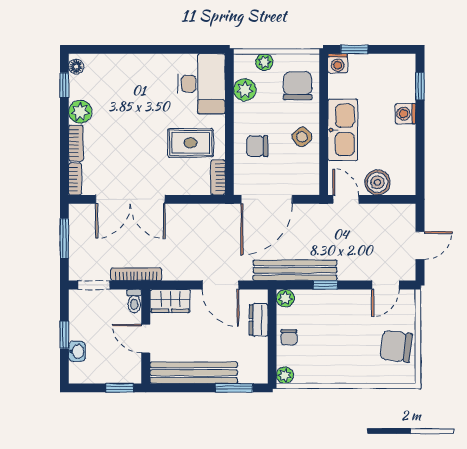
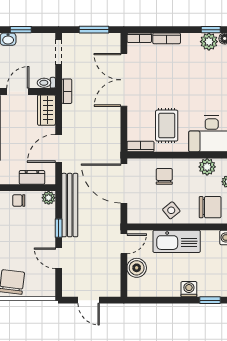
plant: (80, 112) -> (209, 42), moved
bookcase: (136, 274) -> (67, 91), width x0.64
door: (385, 285) -> (59, 258), moved

